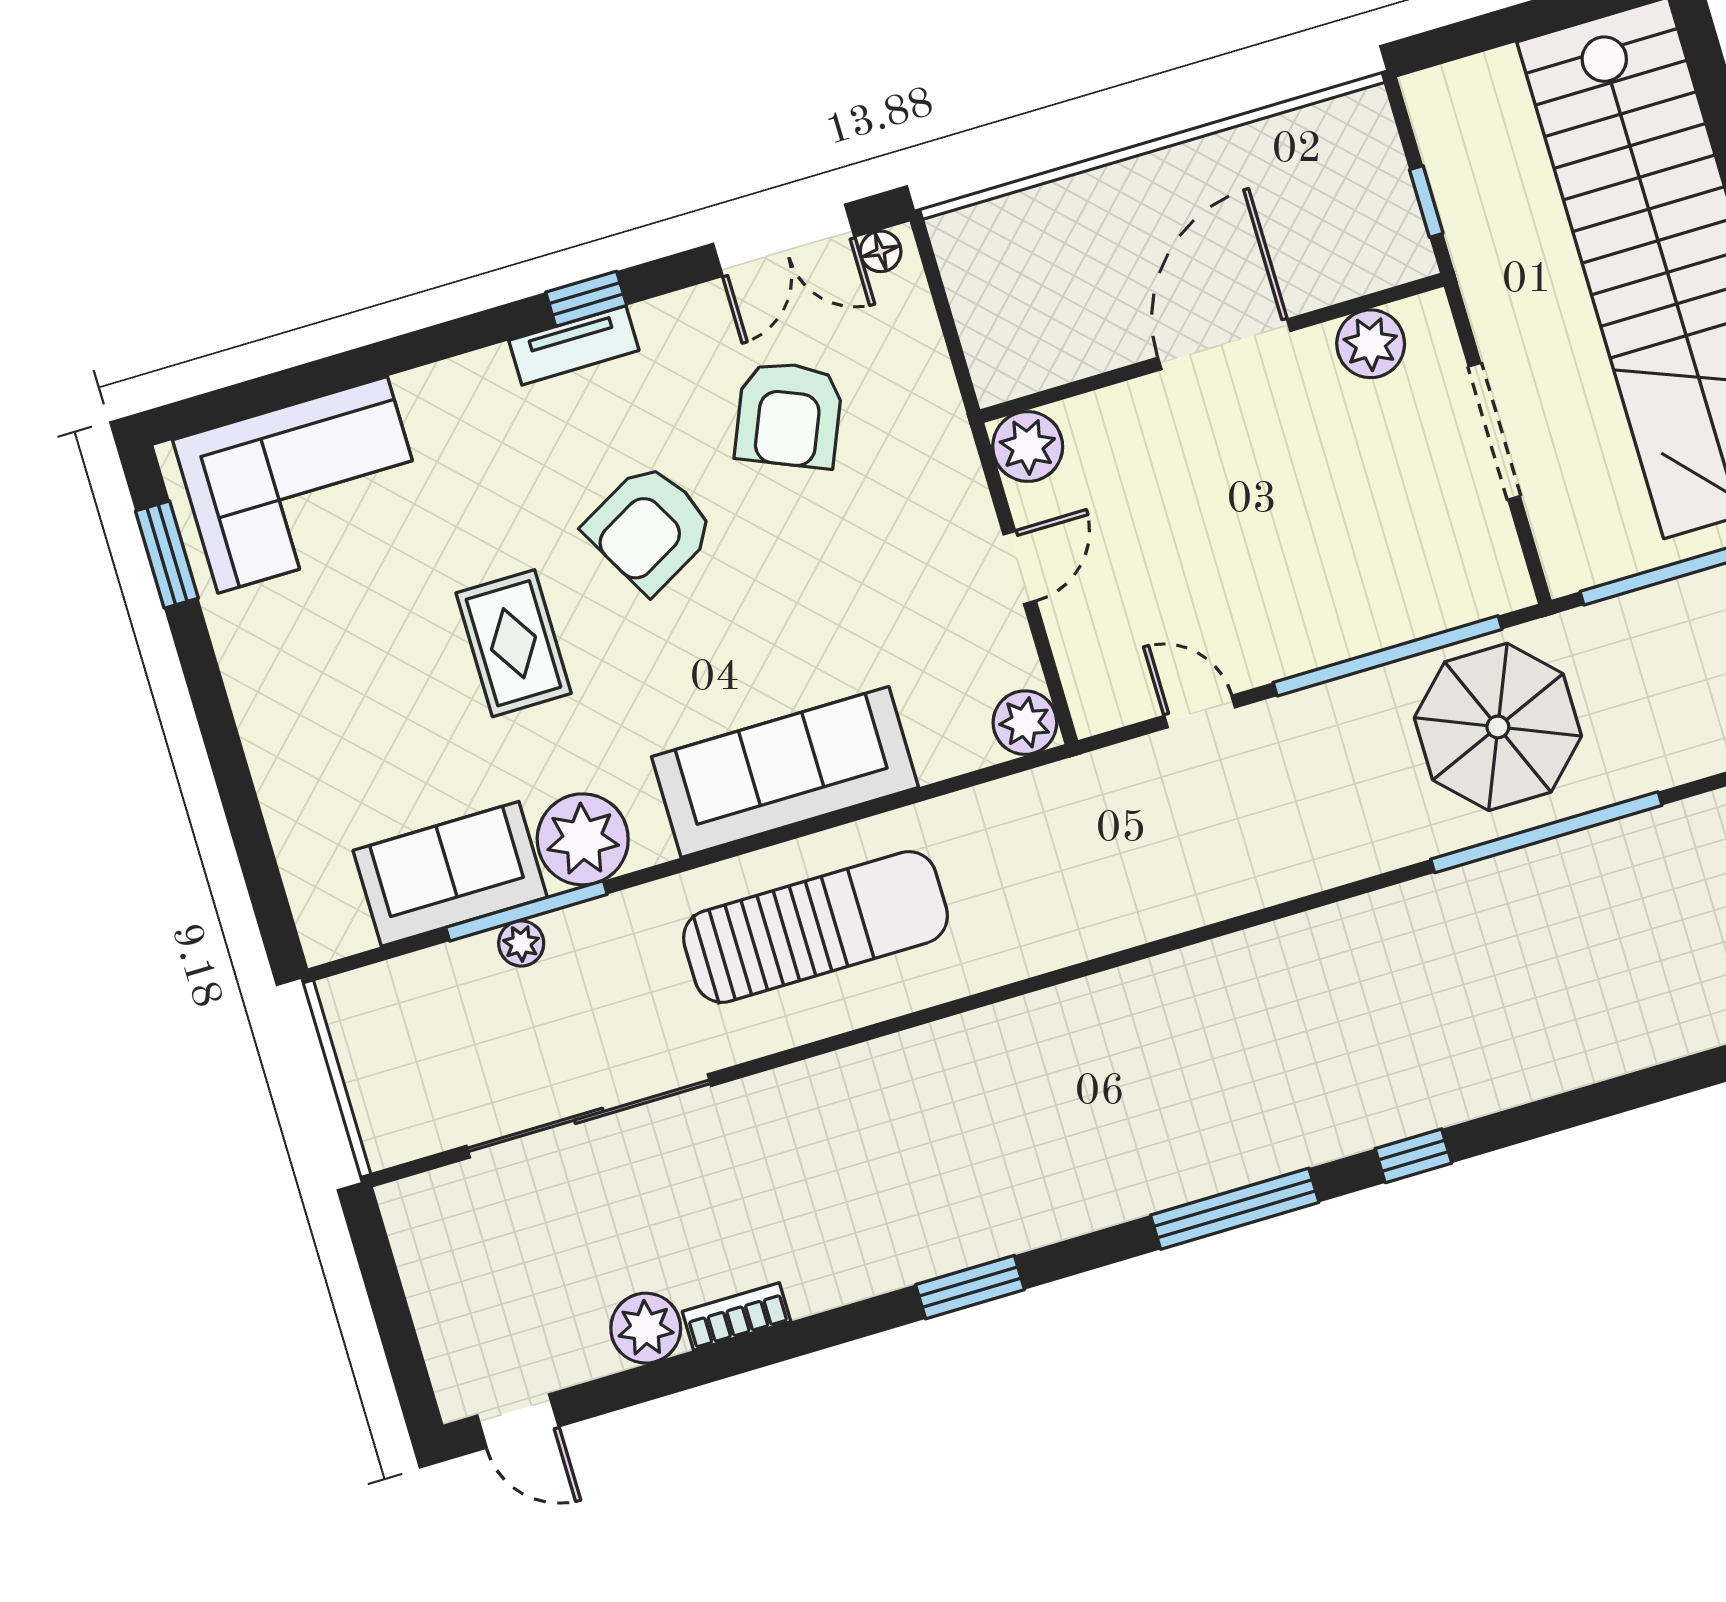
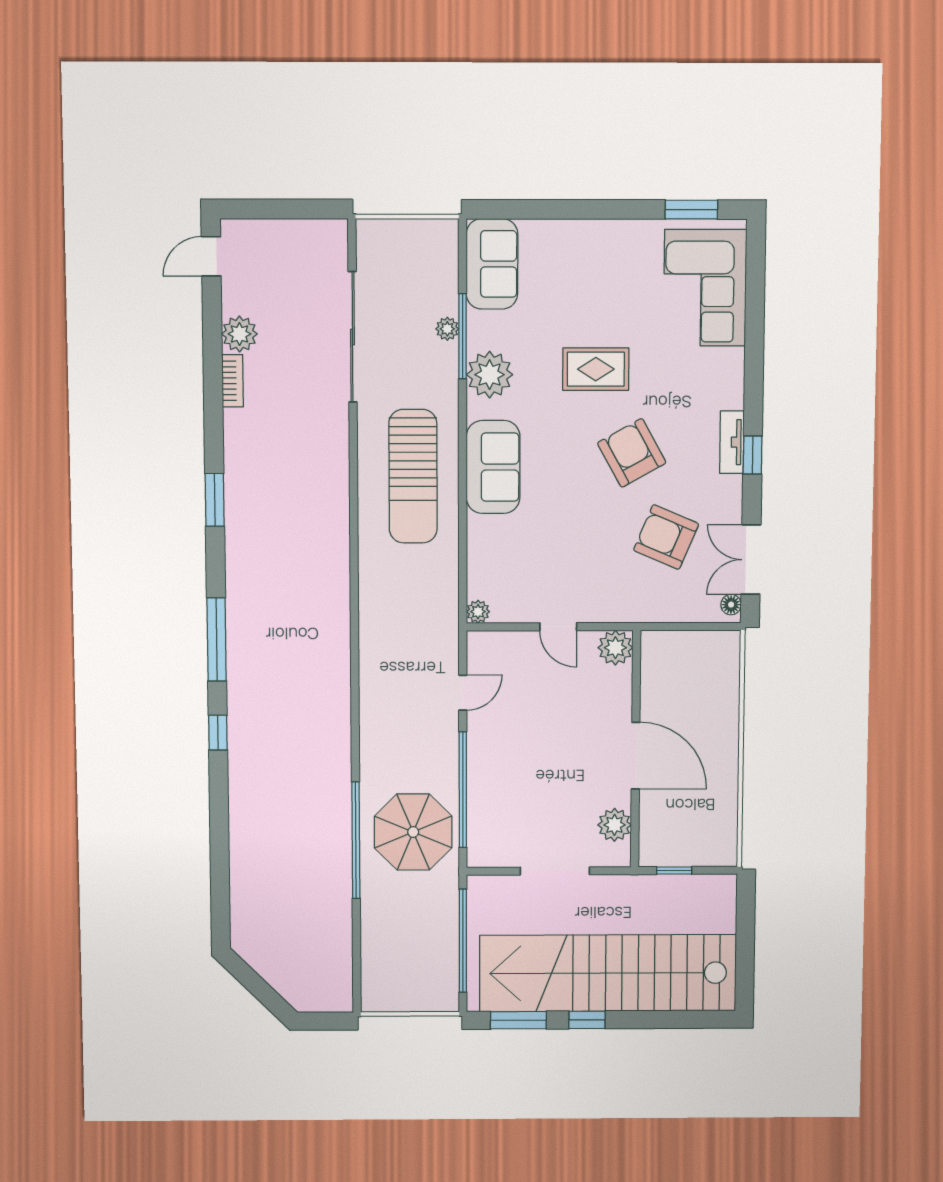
plant: (1025, 723) -> (478, 612), width x0.73, depth x0.73
sofa: (785, 772) -> (493, 467), width x0.73
sofa: (450, 874) -> (492, 264), moved

